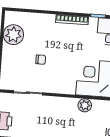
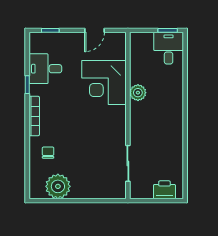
chair: (41, 60) -> (48, 153), moved

